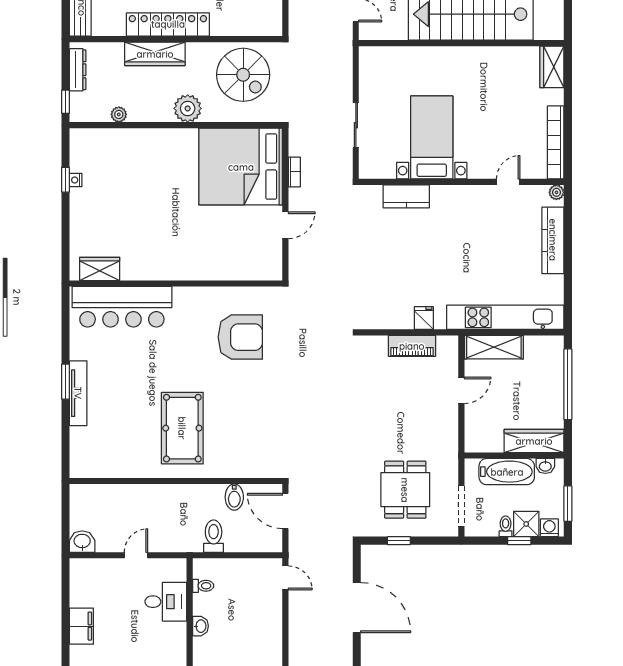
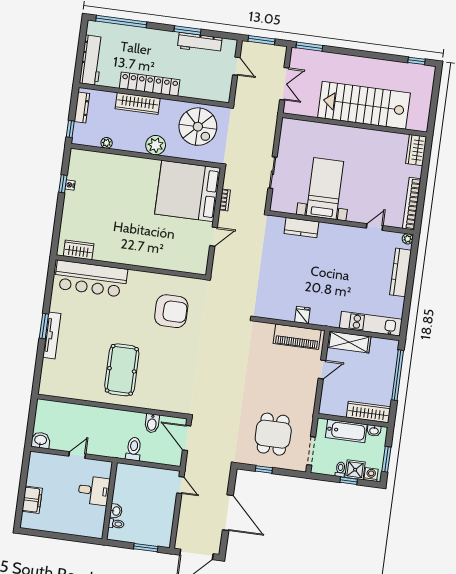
kitchen unit: (505, 317) -> (371, 324), width x0.73
piano: (412, 346) -> (297, 337), width x1.37, depth x1.33
toilet: (203, 586) -> (116, 524), moved

